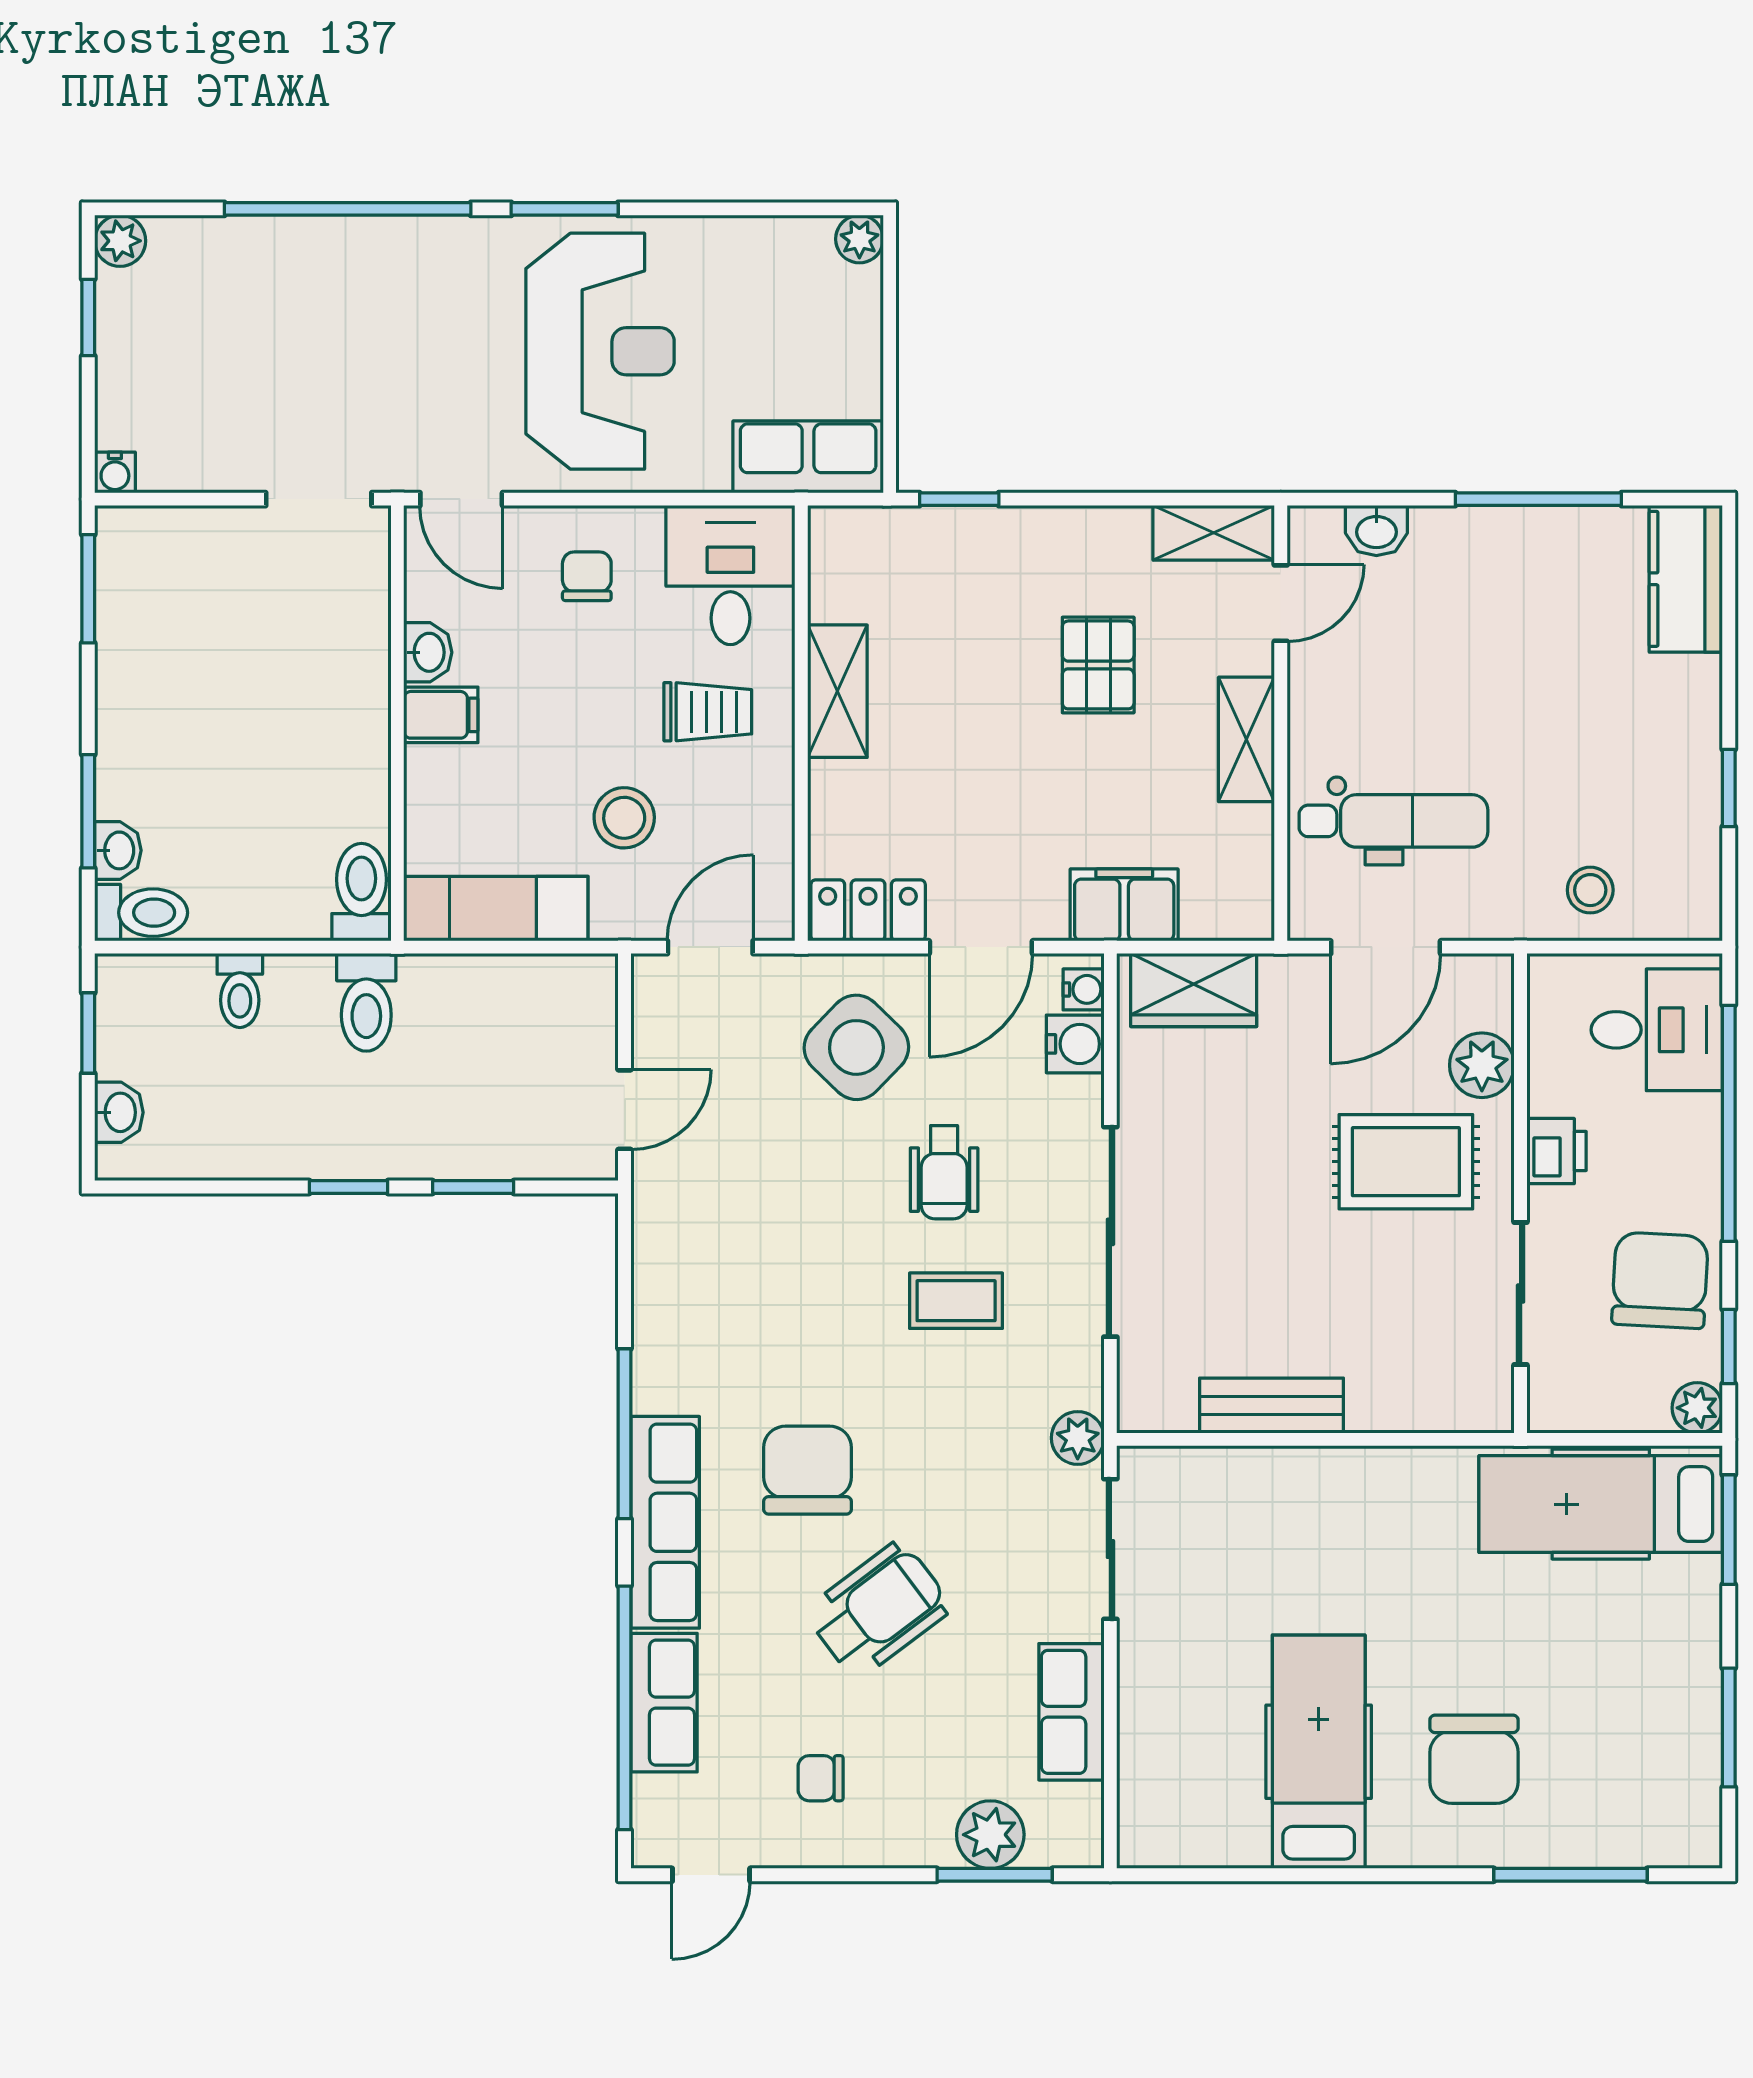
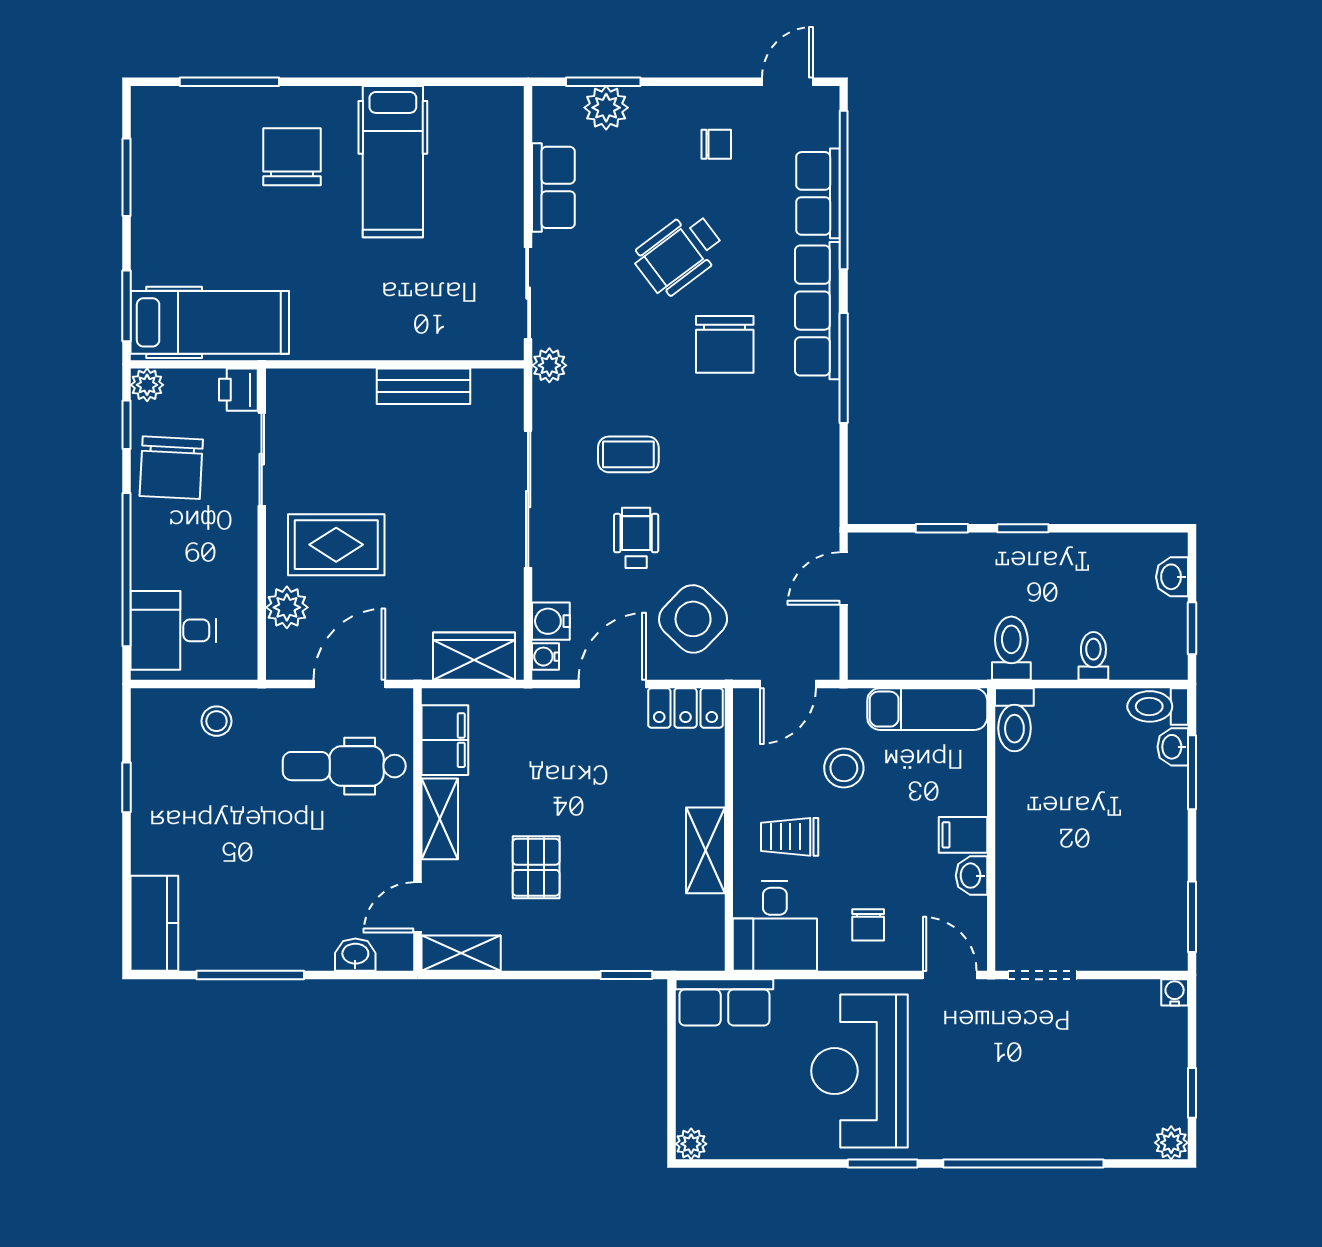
filing cabinet: (1124, 905) -> (445, 740), moved, turned -90
printer: (1557, 1151) -> (238, 390), moved

